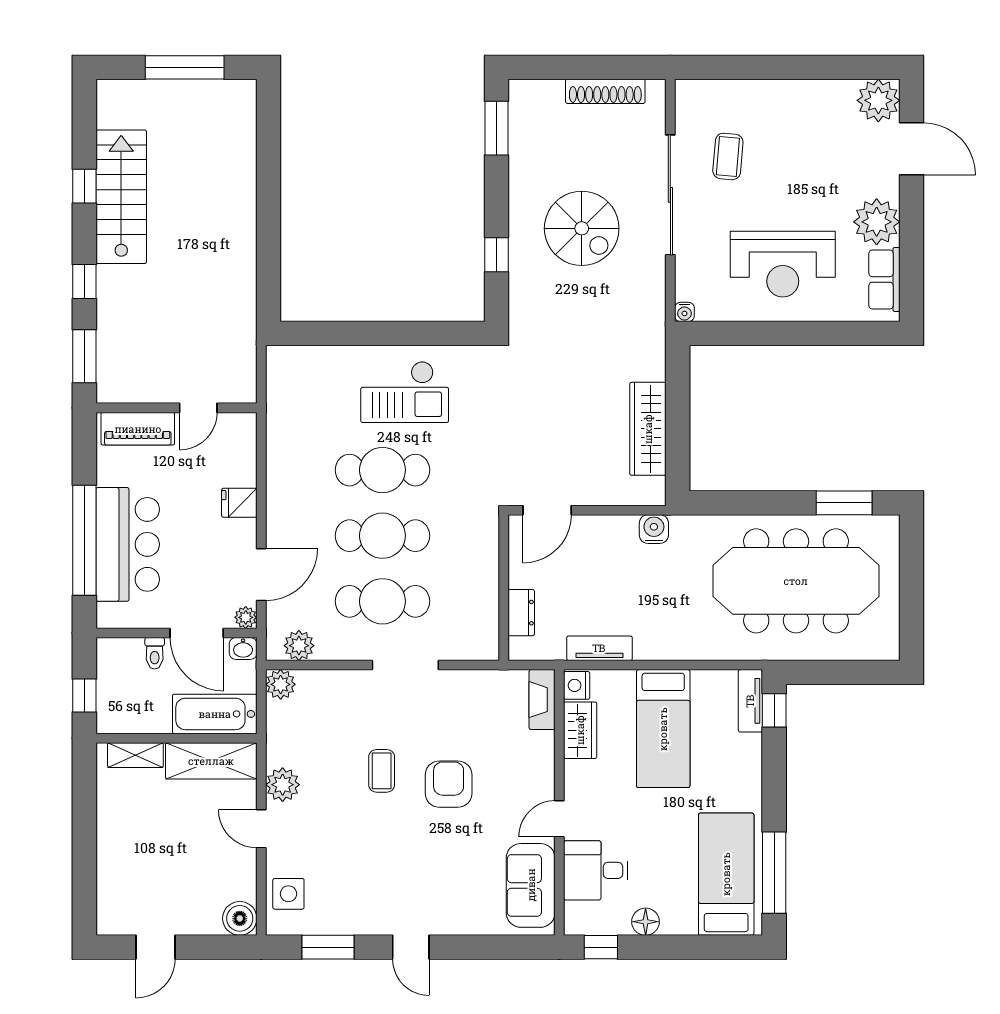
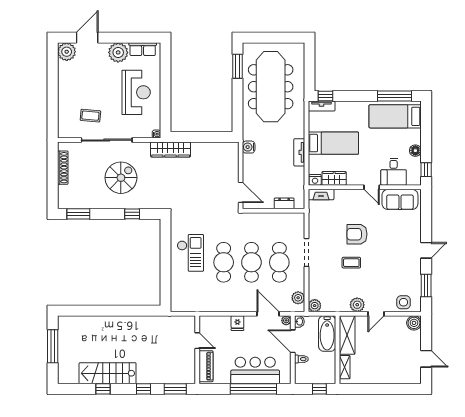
wardrobe: (648, 429) -> (171, 150), moved
door: (197, 633) -> (293, 341), swing flipped
tv unit: (599, 648) -> (299, 152), moved

